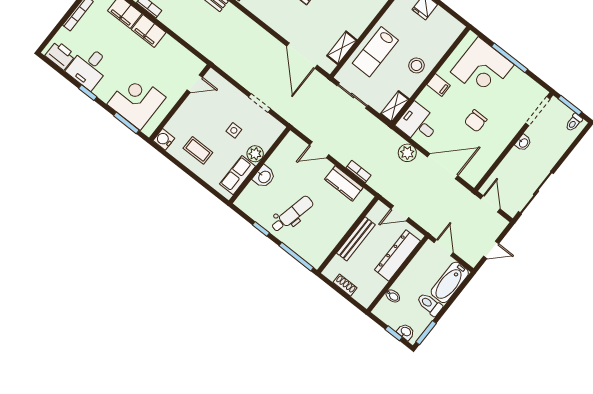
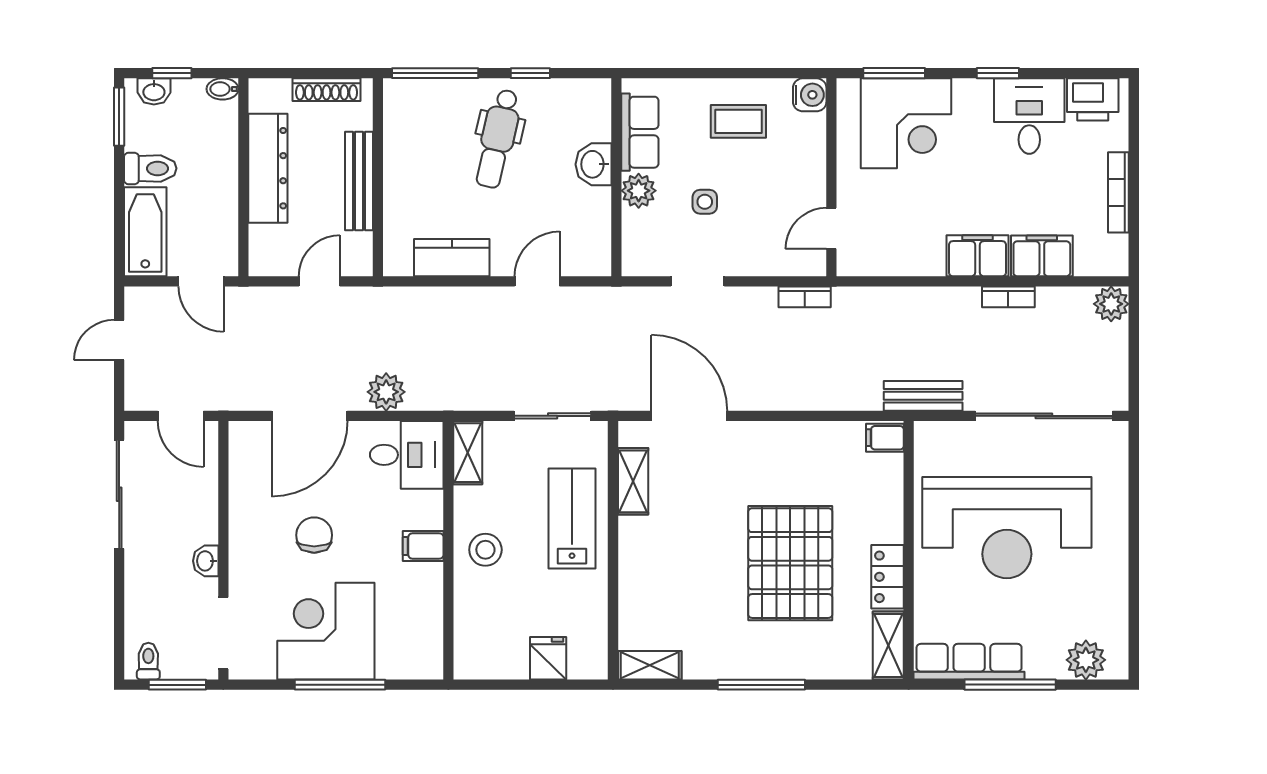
corner desk: (482, 68) -> (326, 631), moved
bookcase: (359, 172) -> (805, 297), moved
dresser: (397, 255) -> (268, 168), moved
shoe rack: (345, 285) -> (327, 90), width x1.43
bidet: (393, 296) -> (223, 89), moved

